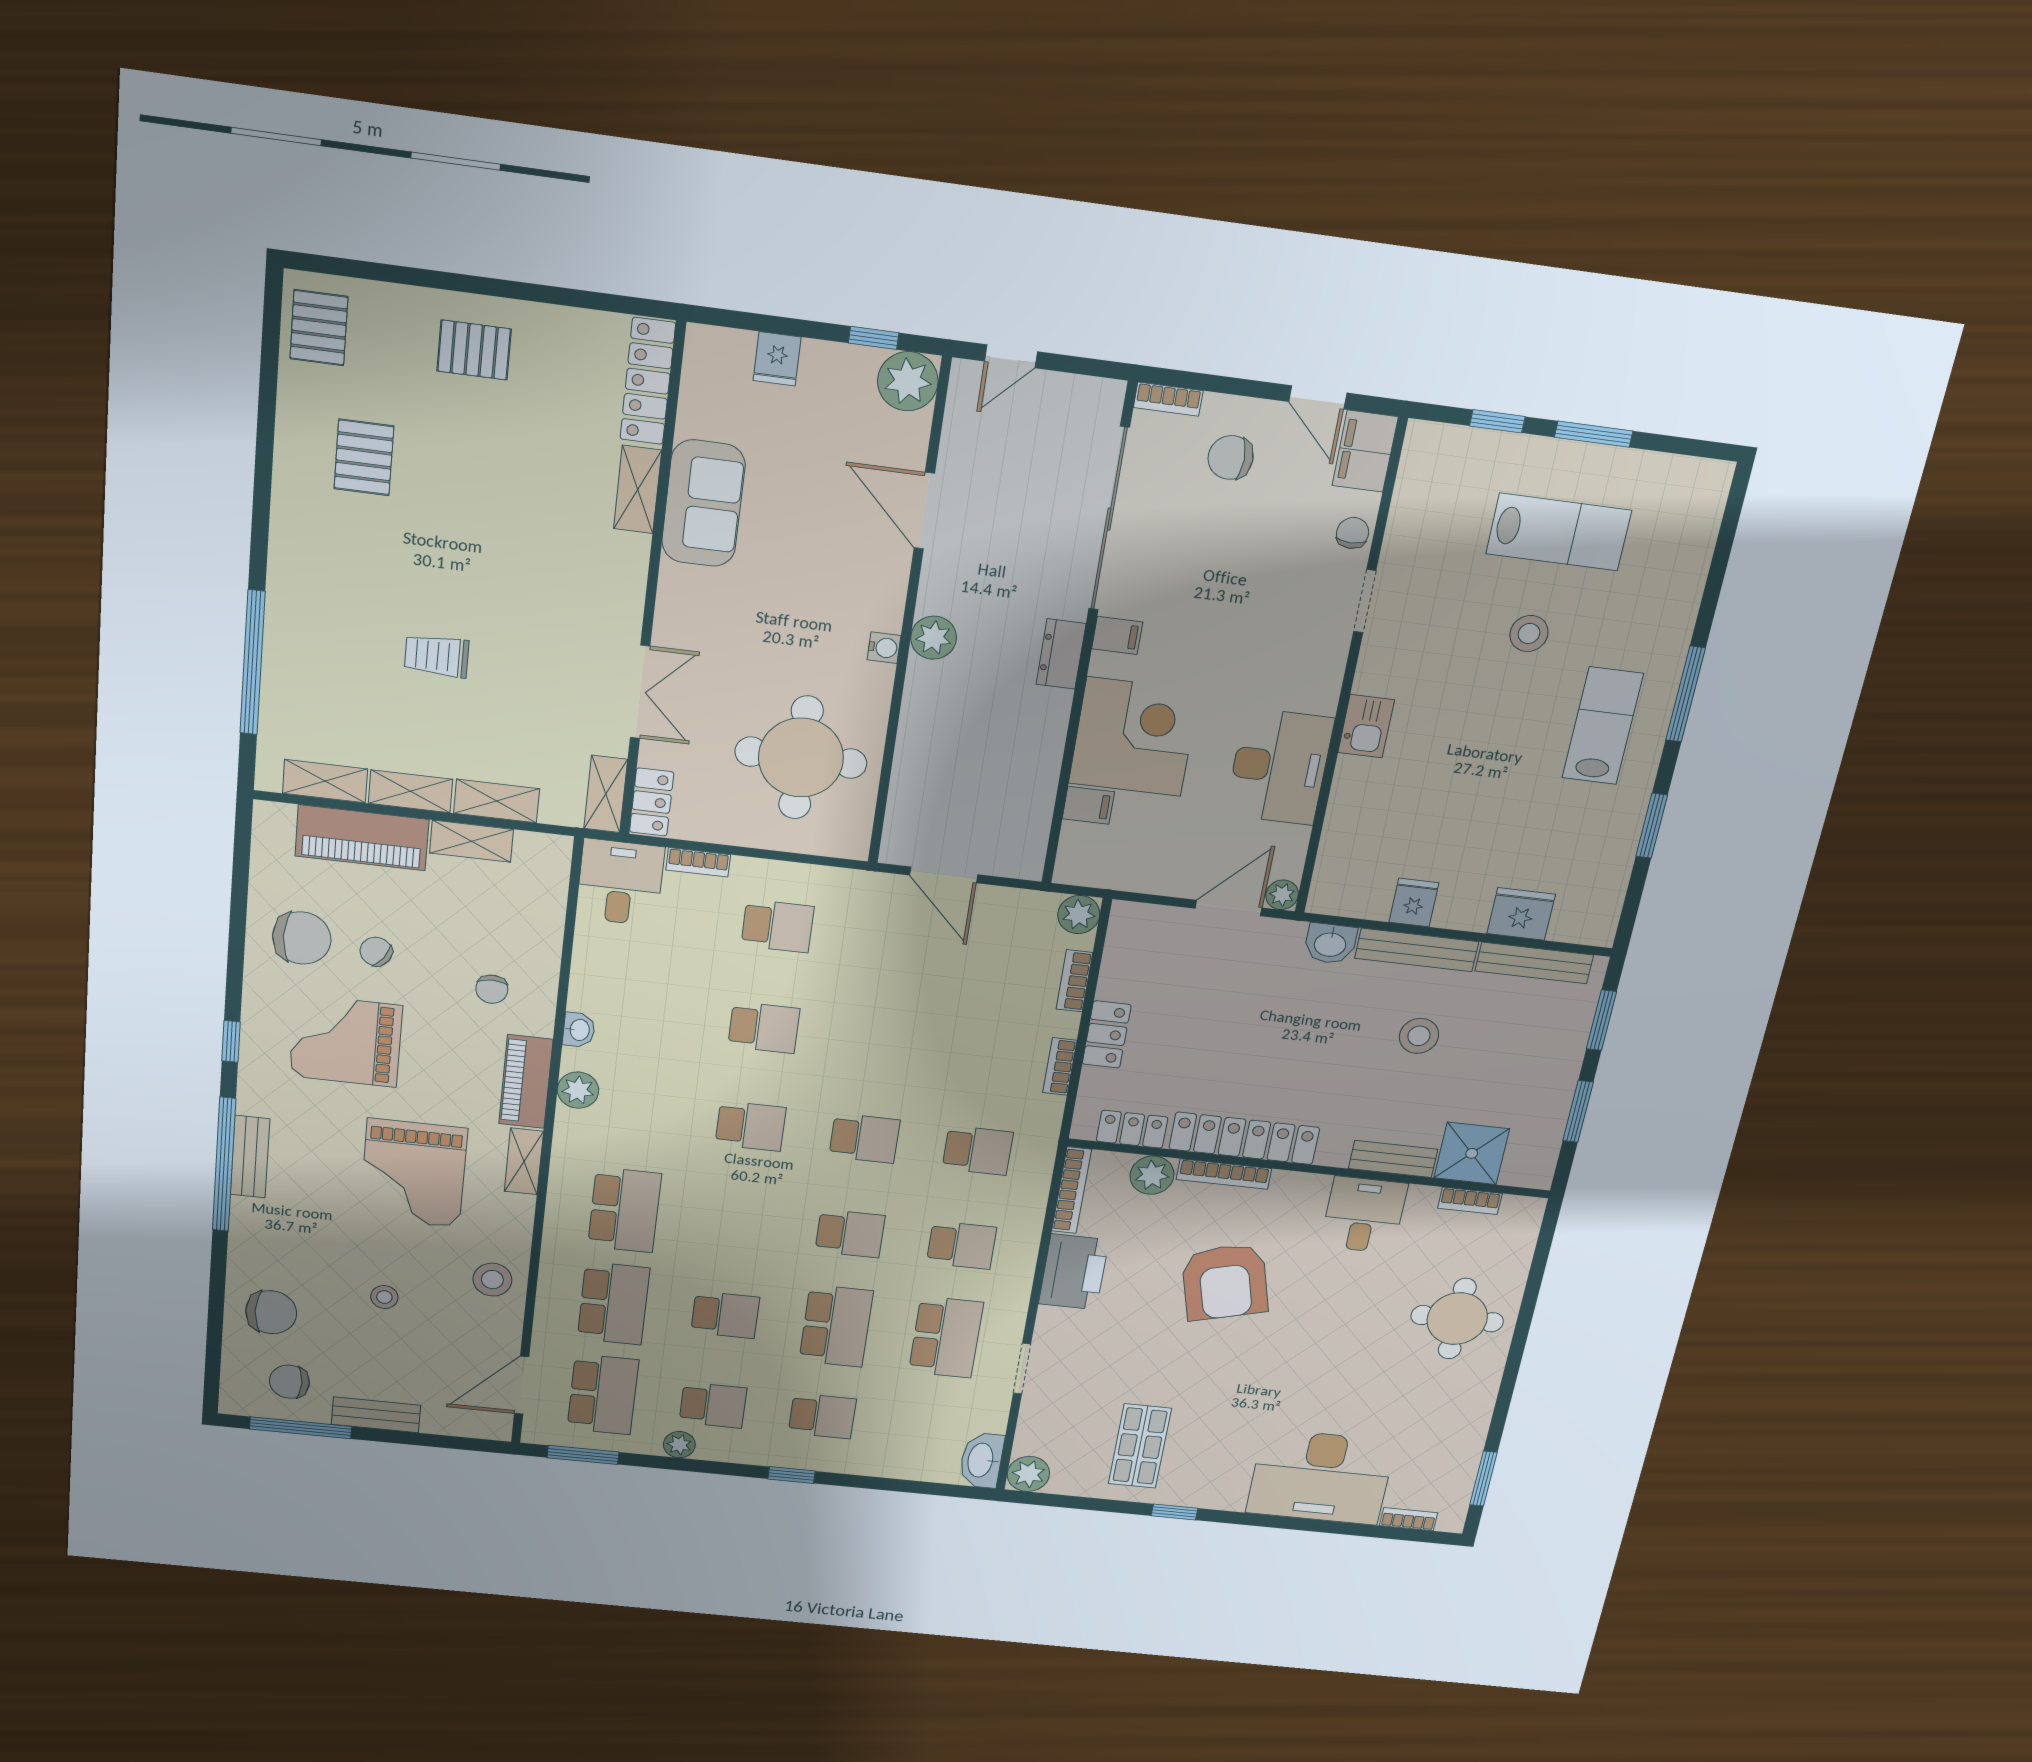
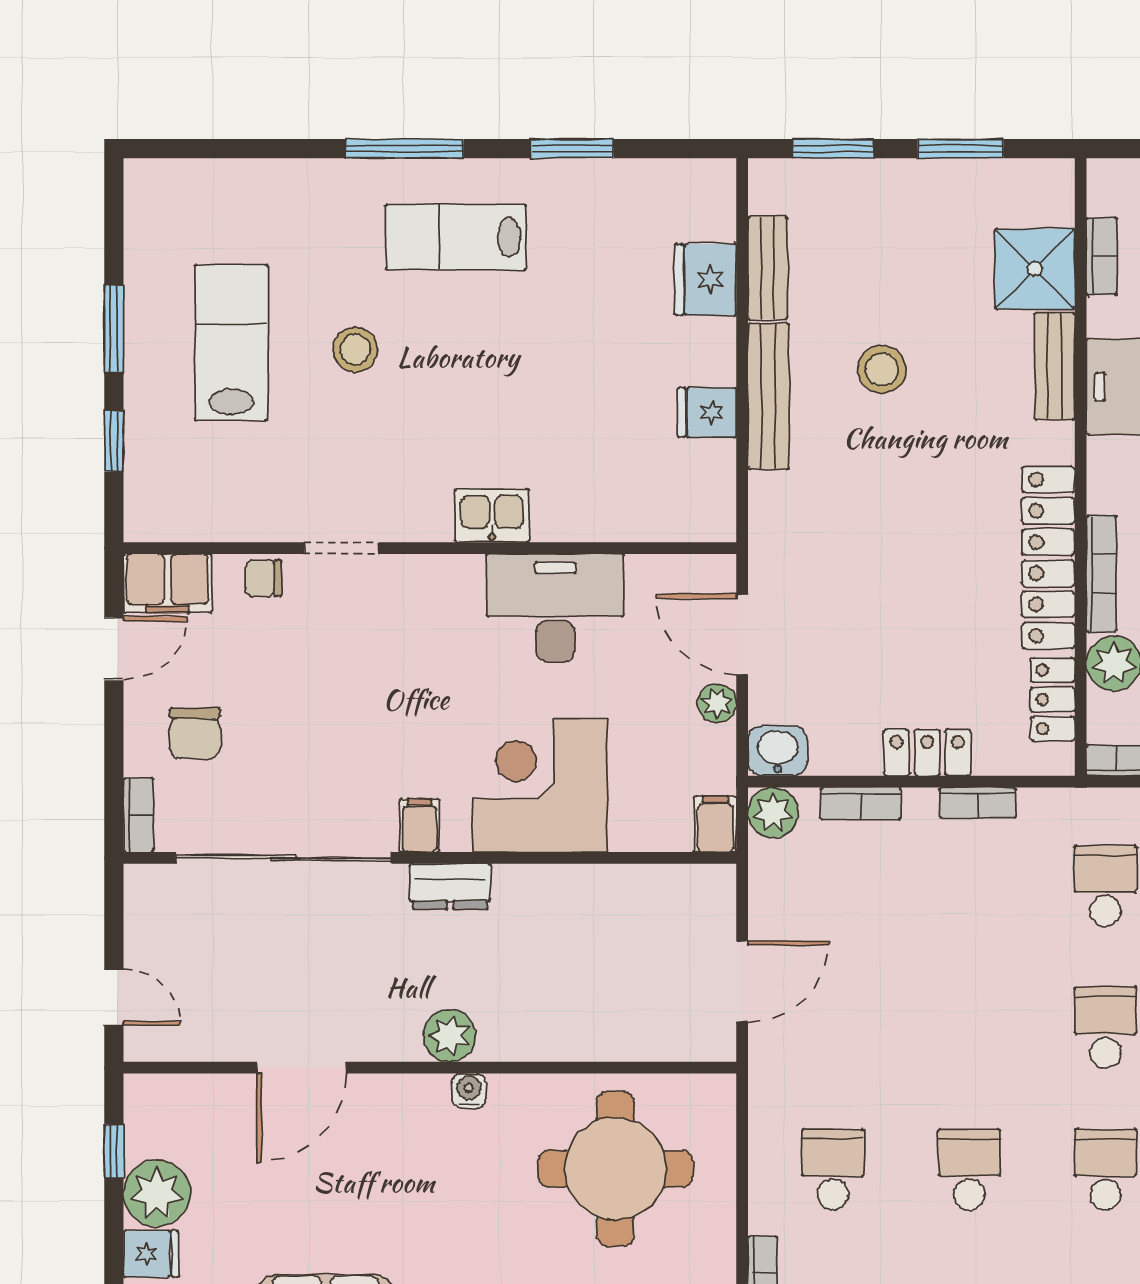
plant: (908, 381) -> (157, 1193), moved
filing cabinet: (1088, 805) -> (715, 824), moved
plant: (1282, 895) -> (717, 703), moved
washbasin: (1330, 944) -> (778, 751), moved, turned -90
bench: (1534, 963) -> (767, 268), width x0.73

